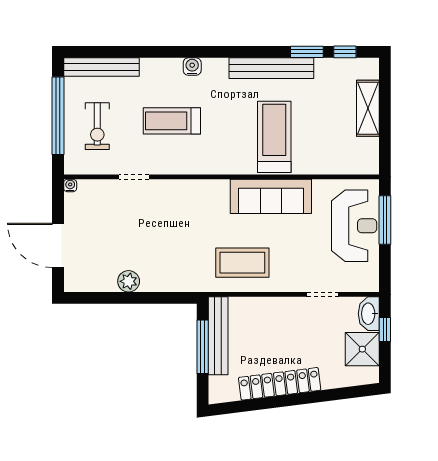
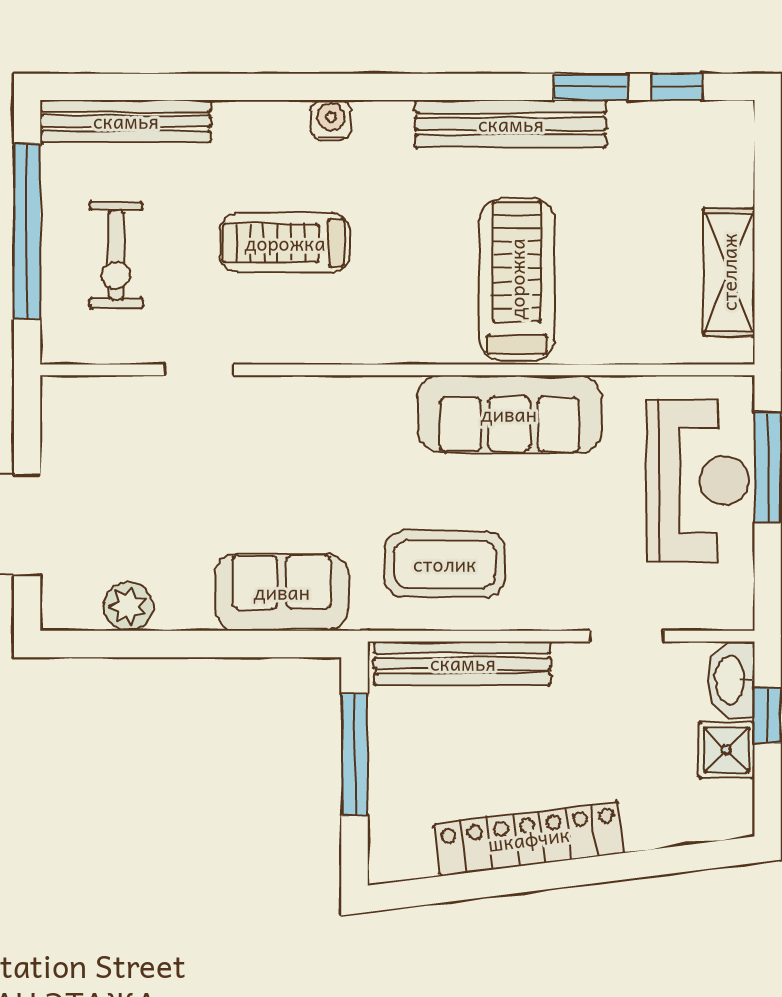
shelving: (368, 108) -> (729, 272), moved
water cooler: (70, 186) -> (55, 389), removed
sofa: (170, 275) -> (282, 592), added
plant: (129, 281) -> (128, 606), moved
bench: (218, 336) -> (463, 663), moved, turned 90
shower: (362, 349) -> (727, 750), width x0.73, depth x0.73

